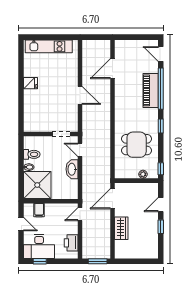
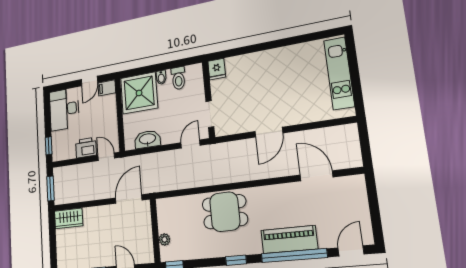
fridge: (31, 83) -> (217, 69), moved
dining table: (137, 145) -> (225, 212), moved, turned 90
washbasin: (72, 169) -> (147, 139), moved
door: (113, 199) -> (129, 199), hinge flipped
filing cabinet: (39, 210) -> (107, 88), moved
wardrobe: (121, 228) -> (69, 218), moved
printer: (71, 243) -> (86, 148), moved
window: (40, 261) -> (49, 146), moved

